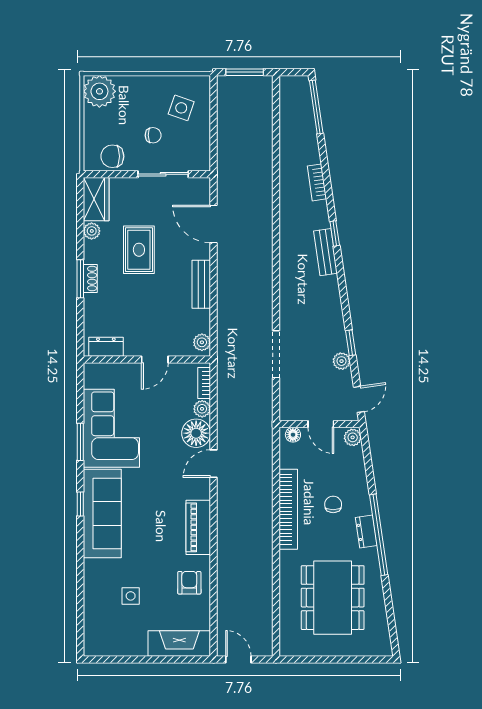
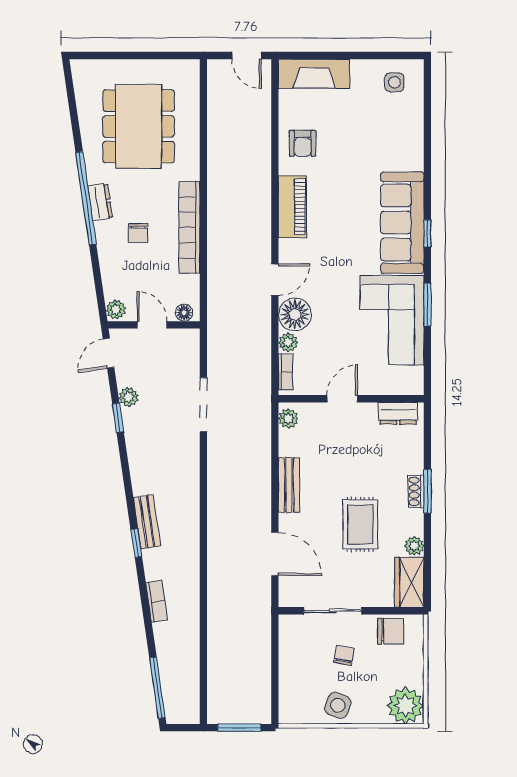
side table: (181, 108) -> (338, 705), moved
chair: (153, 135) -> (344, 655), turned 101
side table: (131, 596) -> (394, 82), moved

